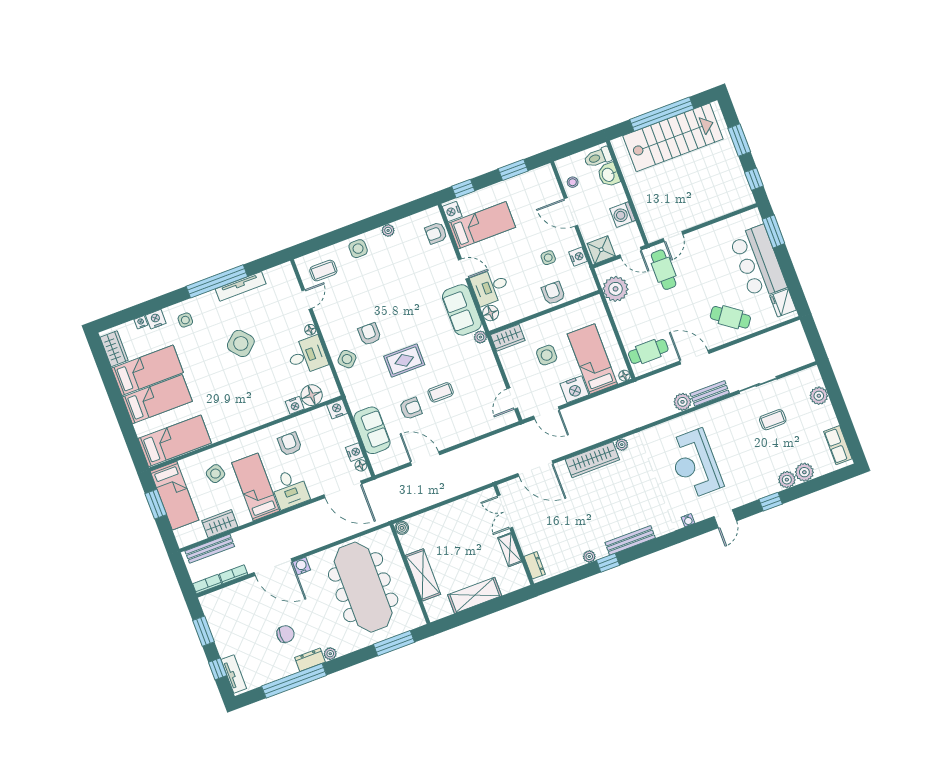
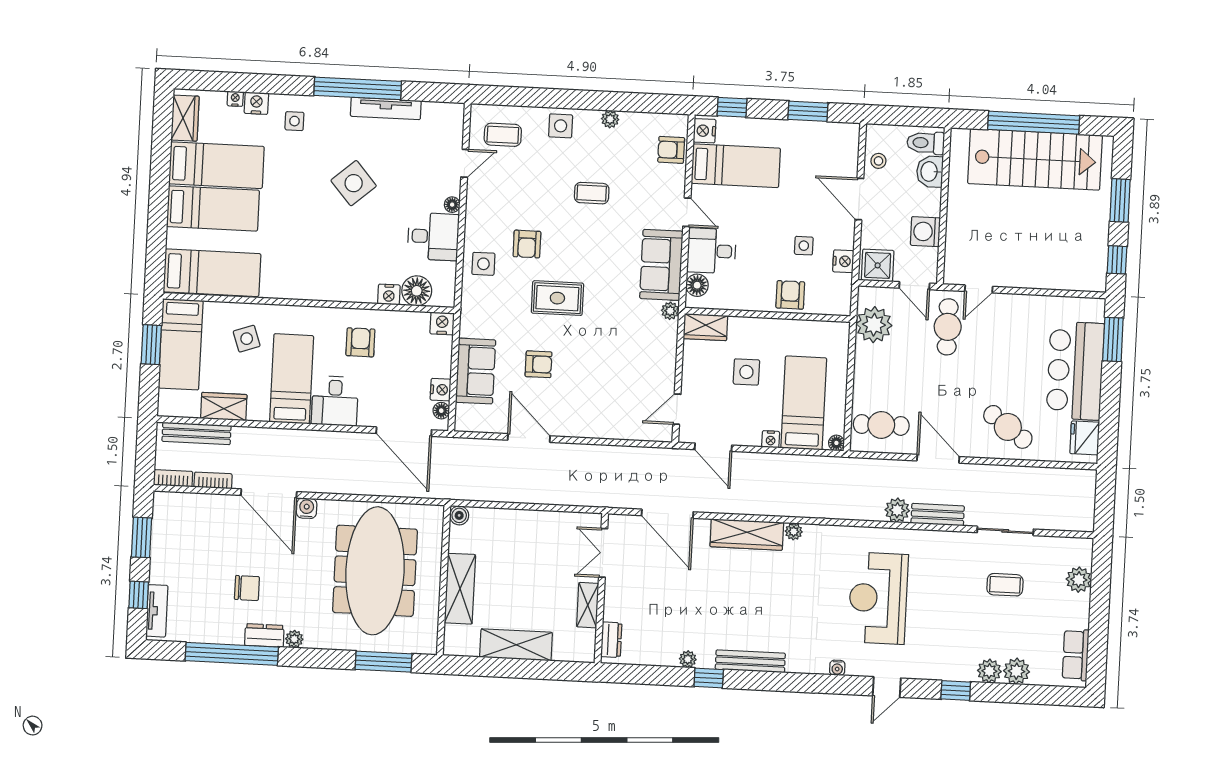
armchair: (369, 334) -> (527, 244), turned 180
side table: (347, 359) -> (483, 264), turned 45
nightstand: (574, 389) -> (771, 439), width x0.53, depth x0.56
coffee table: (441, 392) -> (592, 193), moved

